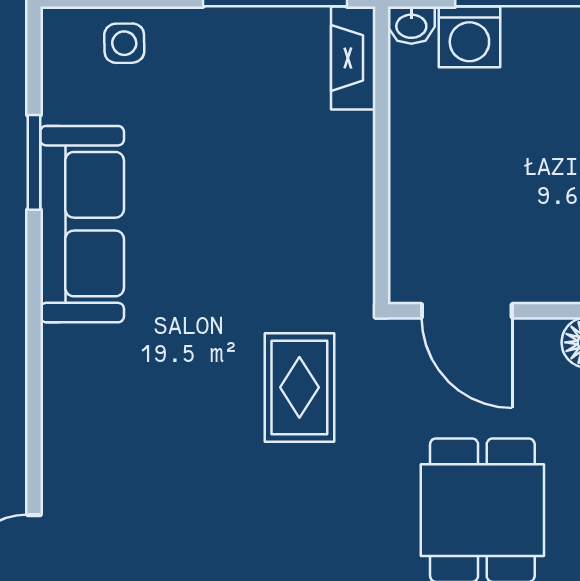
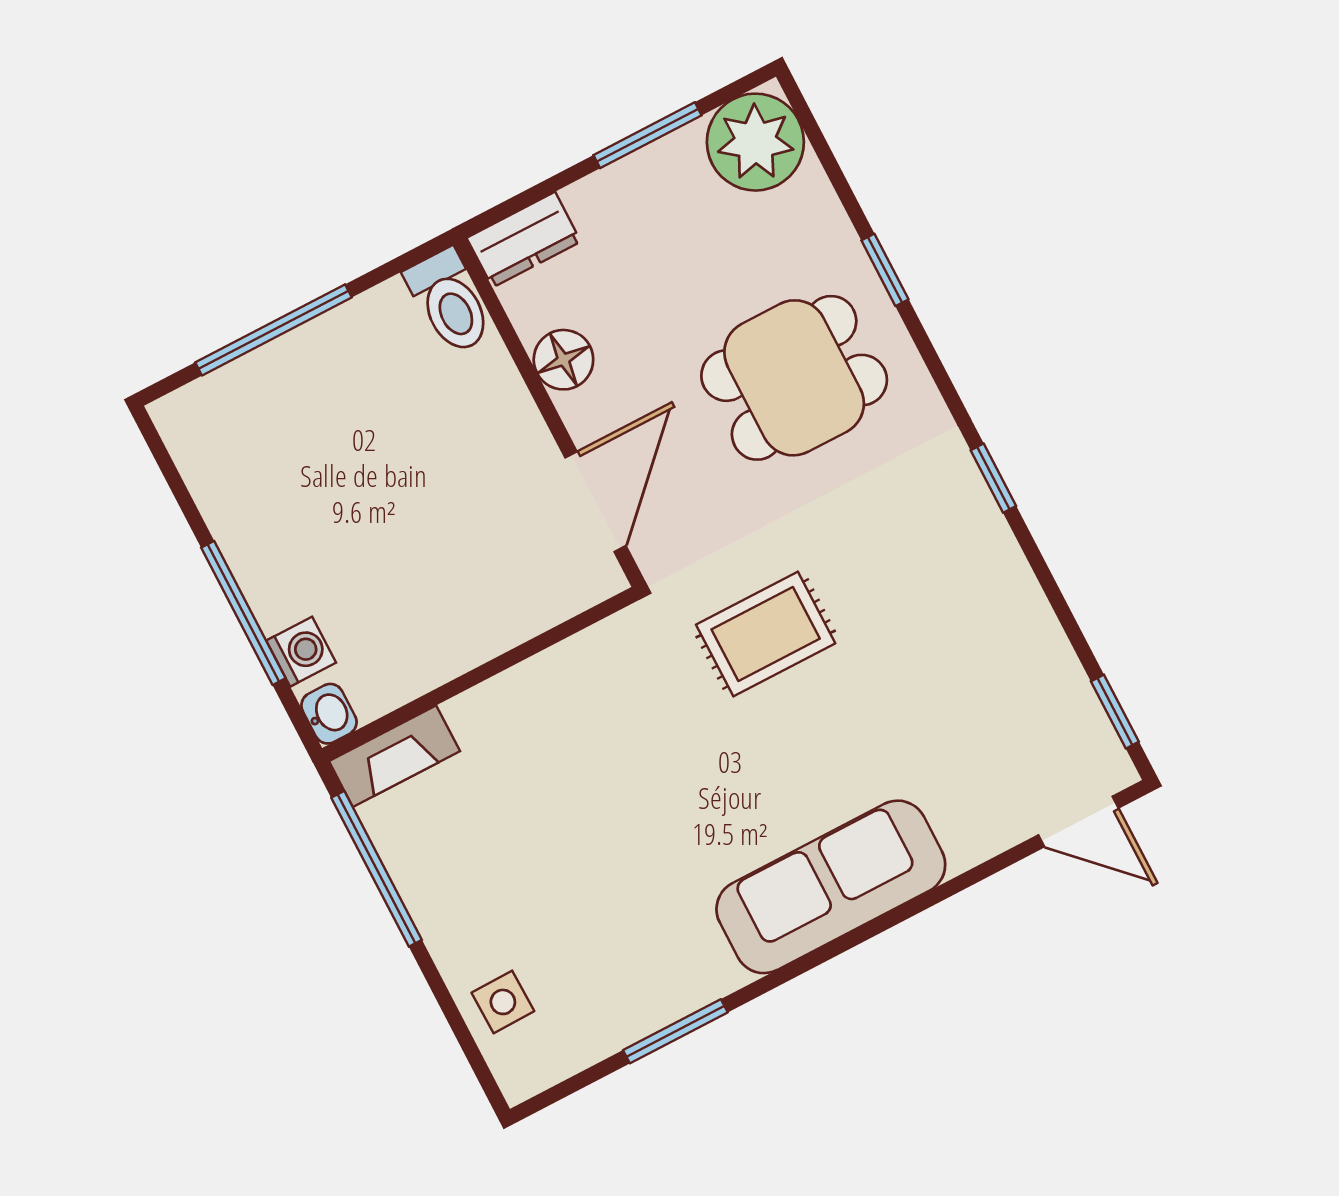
washing machine: (469, 37) -> (301, 652), width x0.73, depth x0.73
sofa: (82, 224) -> (831, 887), moved

